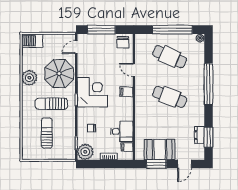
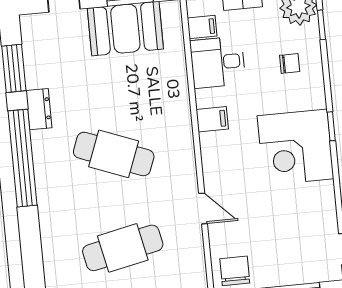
cafe table: (170, 57) -> (123, 248), turned -36
window: (208, 84) -> (23, 158), moved
filing cabinet: (126, 92) -> (212, 119), moved
dresser: (199, 135) -> (39, 109), moved

